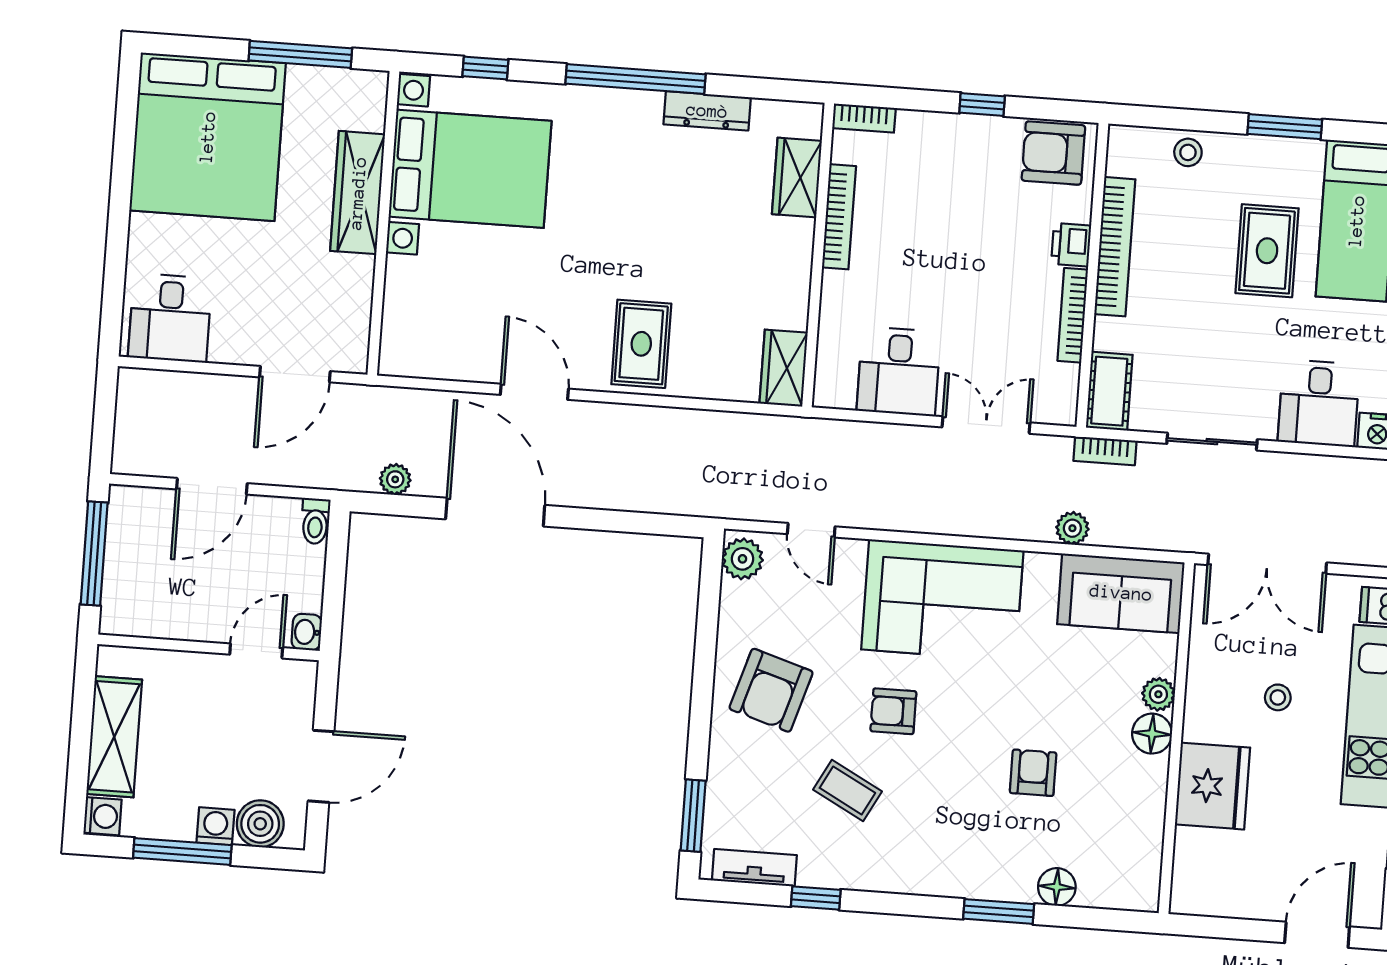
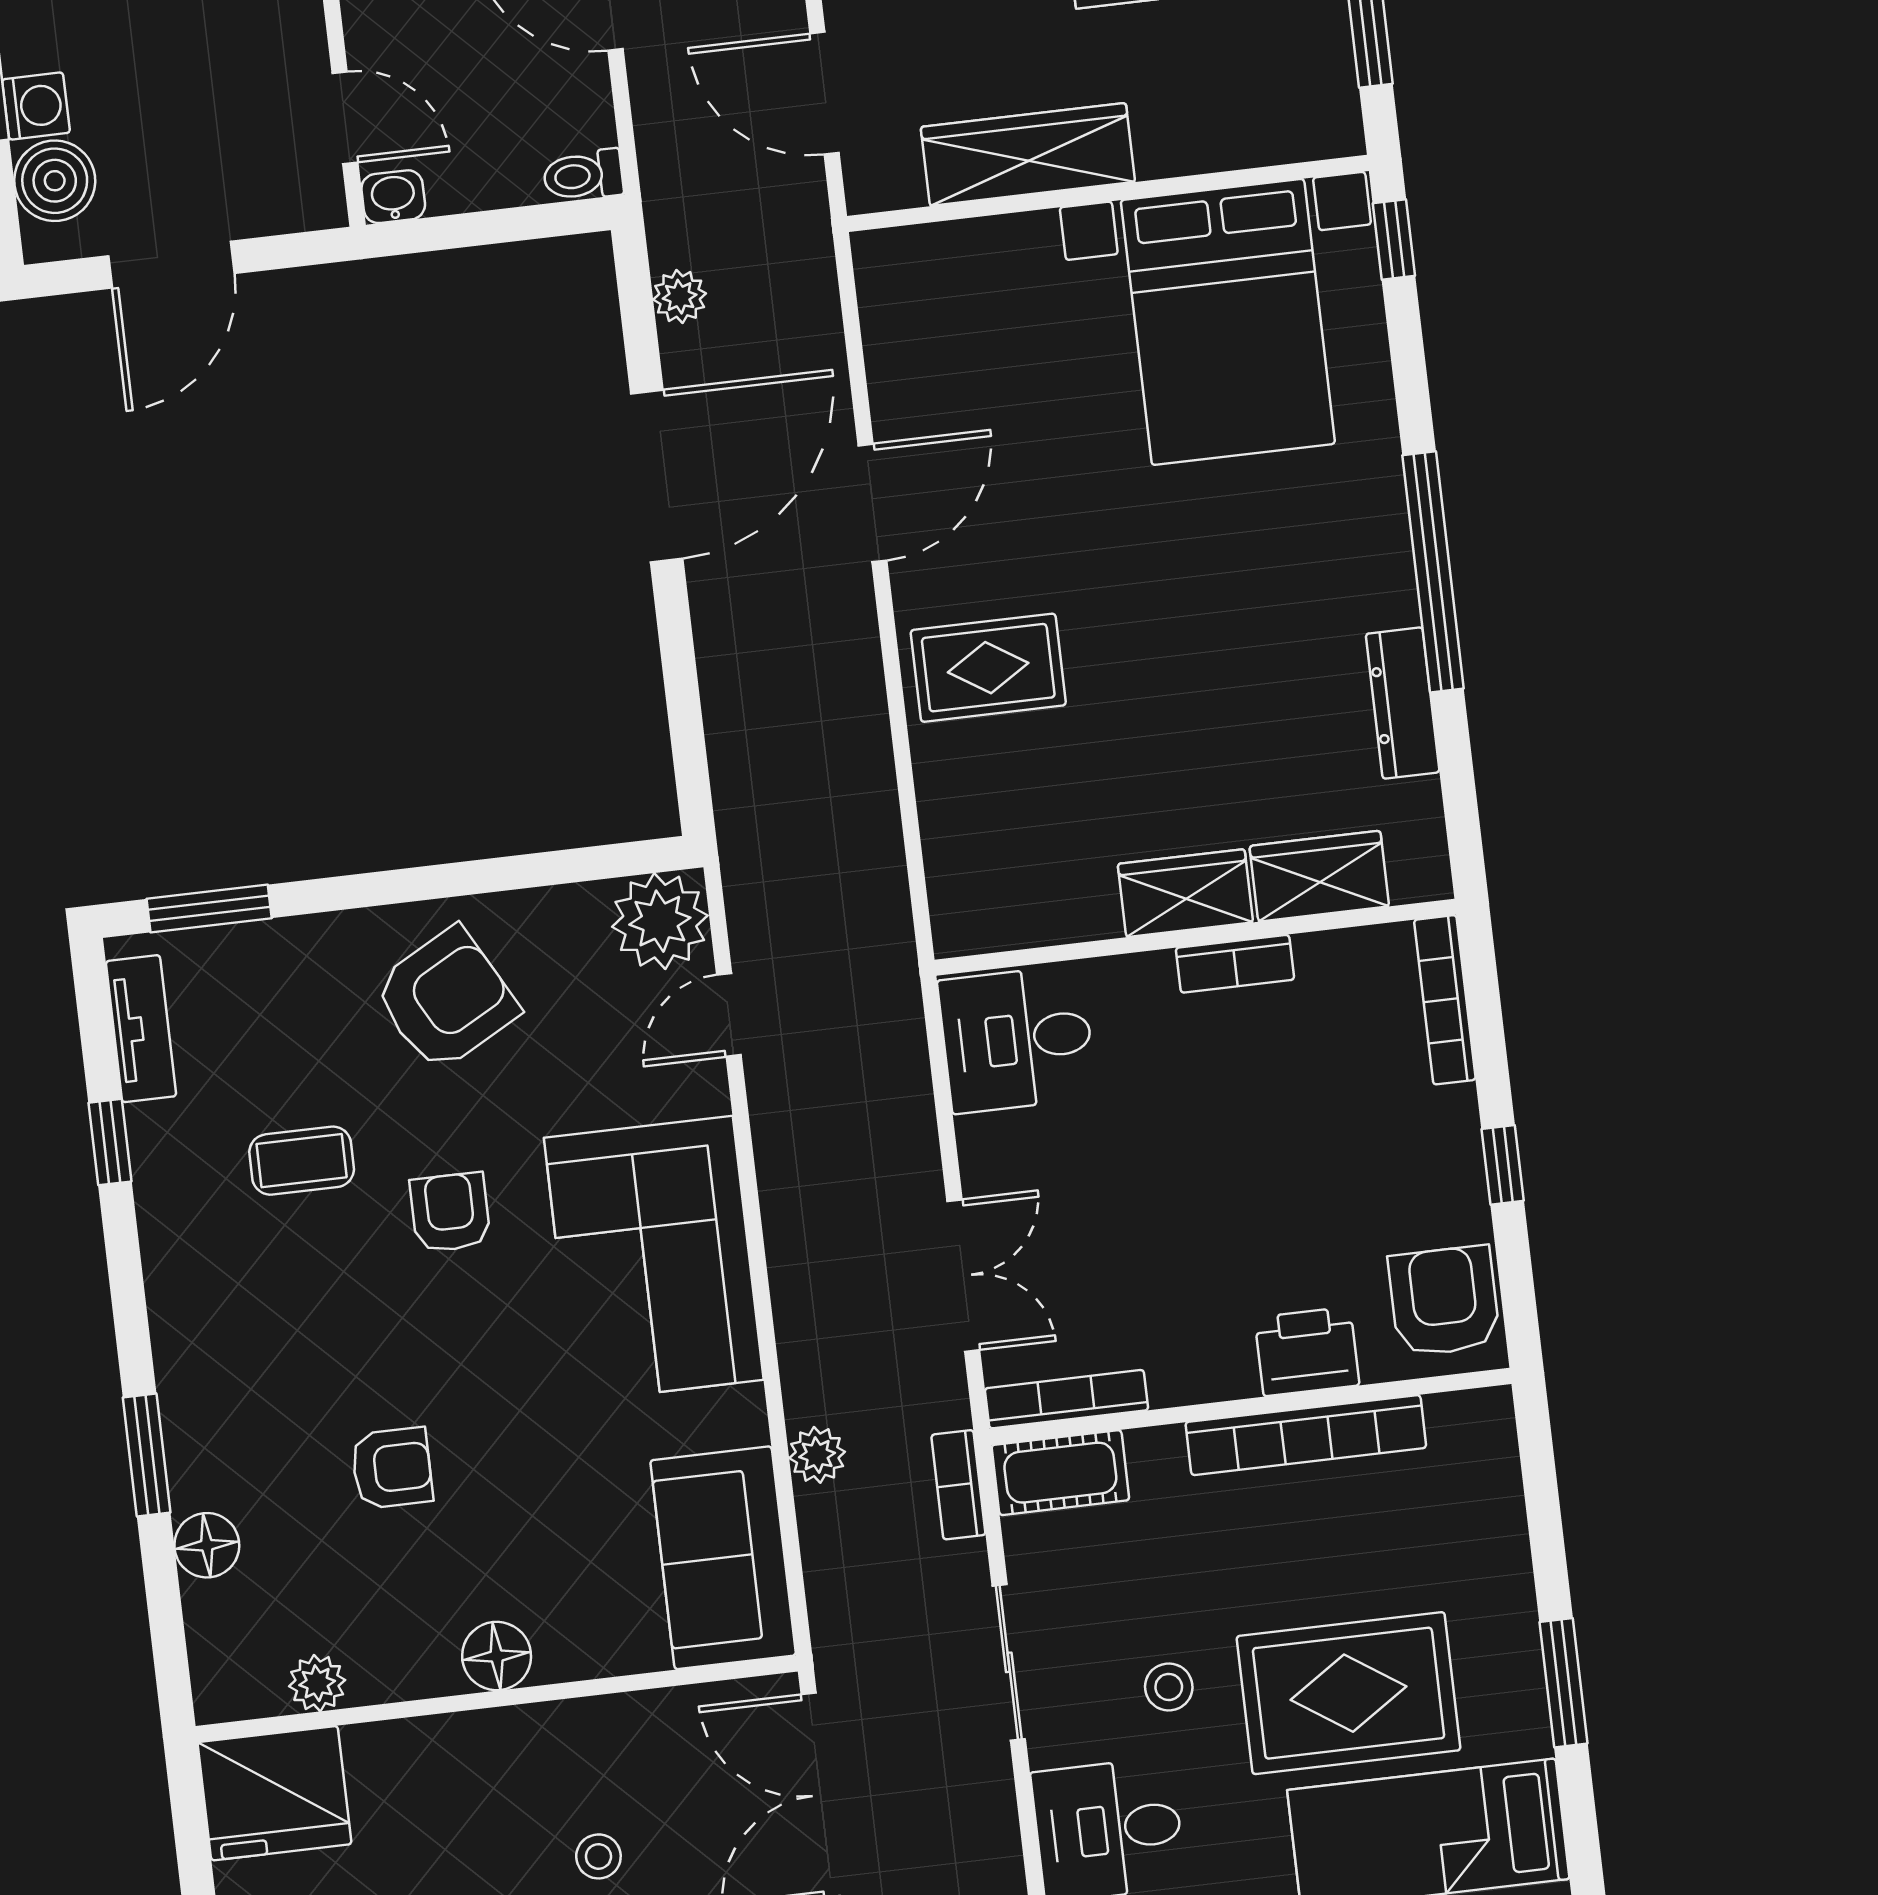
window: (485, 68) -> (1394, 240), moved
bookcase: (864, 118) -> (1445, 1000), width x1.56
stool: (1188, 152) -> (1169, 1687), moved
wardrobe: (358, 193) -> (1028, 154), moved
bookcase: (839, 217) -> (1235, 964), width x0.64
printer: (1071, 245) -> (1307, 1351), width x1.36, depth x1.24
rug: (1267, 251) -> (1349, 1693), width x1.36, depth x1.43
bookcase: (1073, 315) -> (1067, 1399), moved
wardrobe: (784, 368) -> (1185, 893), moved
desk: (899, 371) -> (1017, 1039), moved
plant: (742, 559) -> (660, 921), width x1.36, depth x1.36
armchair: (771, 690) -> (446, 999), turned 134
plant: (1158, 694) -> (317, 1683), moved
door: (321, 766) -> (171, 265), hinge flipped
fridge: (1213, 786) -> (274, 1793), moved
coffee table: (847, 790) -> (302, 1161), turned 62

